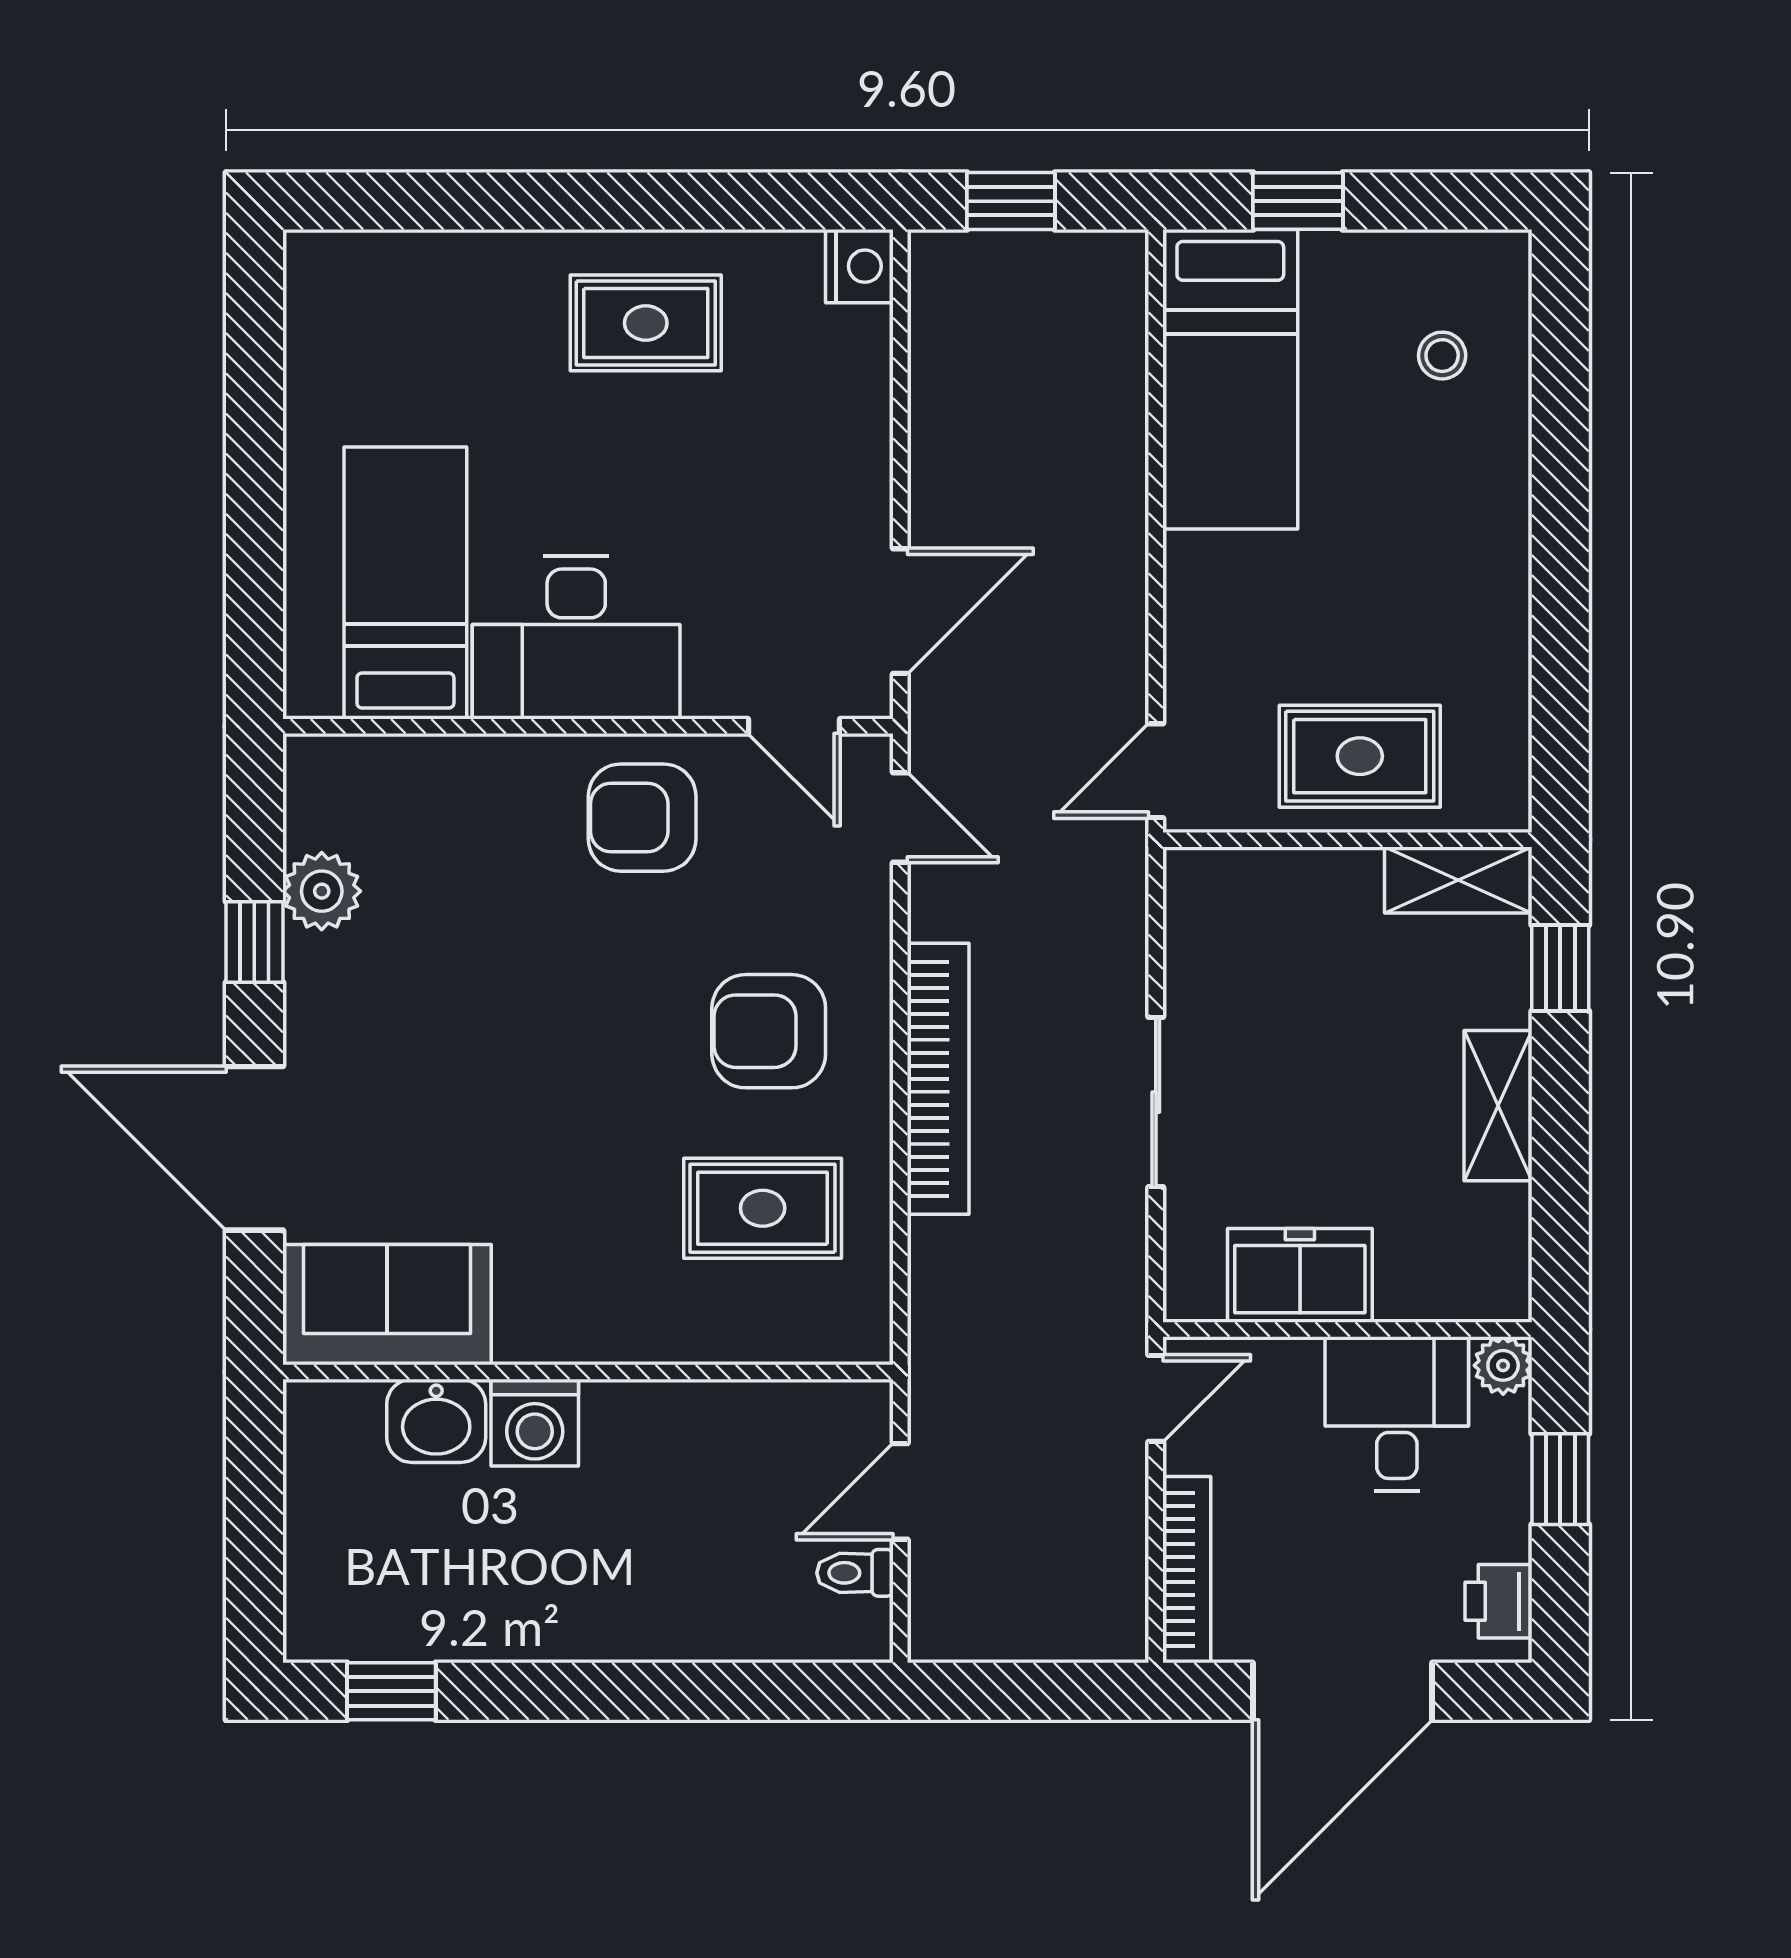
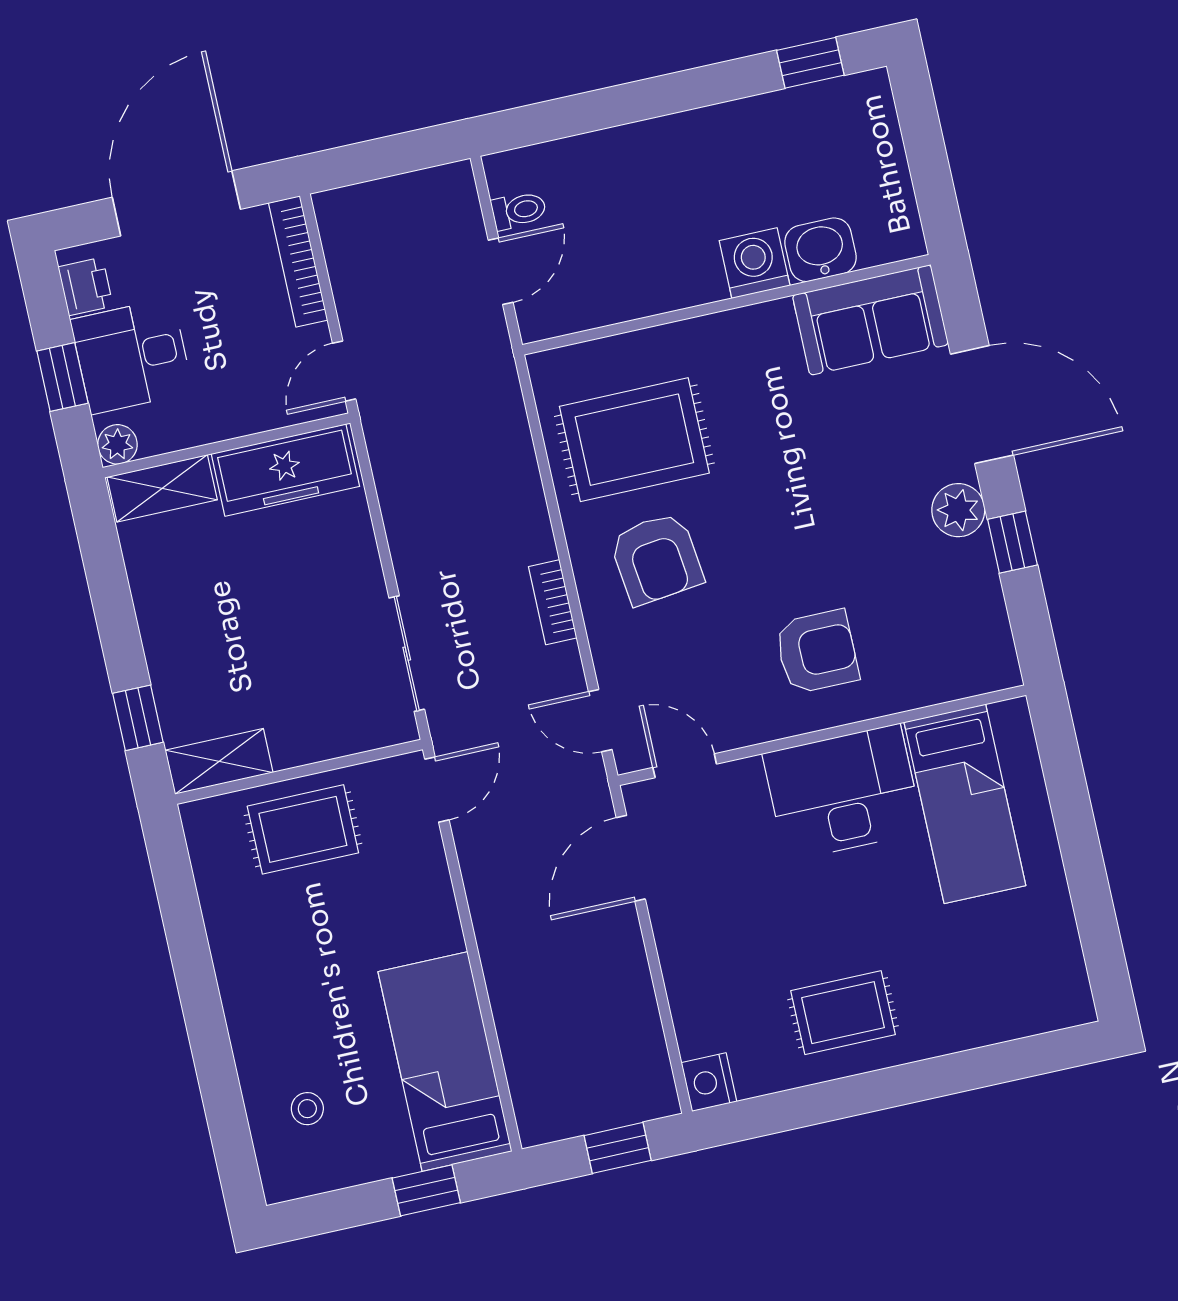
armchair: (642, 818) -> (817, 652), moved
plant: (322, 891) -> (958, 510), moved
armchair: (769, 1031) -> (656, 559), turned 83
bookcase: (938, 1079) -> (553, 602), width x0.43, depth x0.76
sliding door: (1156, 1102) -> (407, 654), moved
shelving: (1498, 1106) -> (162, 488), moved, turned 90
rug: (763, 1208) -> (634, 440), width x1.36, depth x1.43
freezer: (1300, 1275) -> (285, 470), width x1.40
desk: (1397, 1414) -> (132, 356), moved, turned 90

